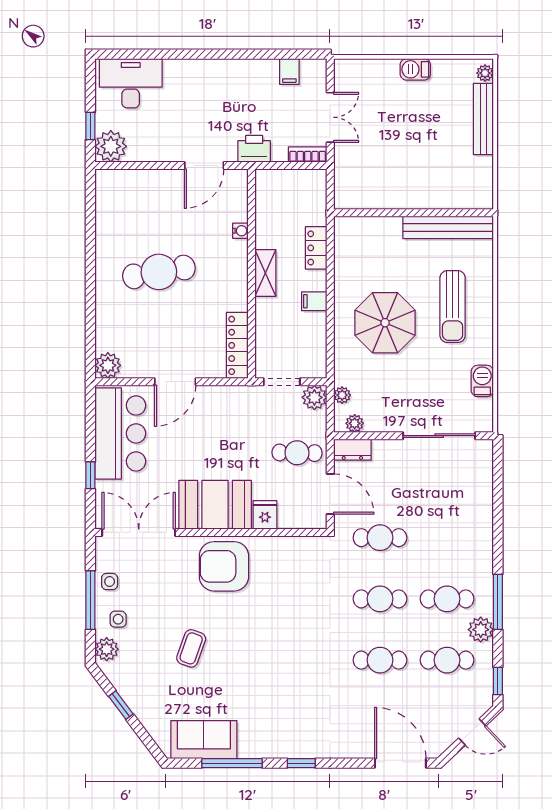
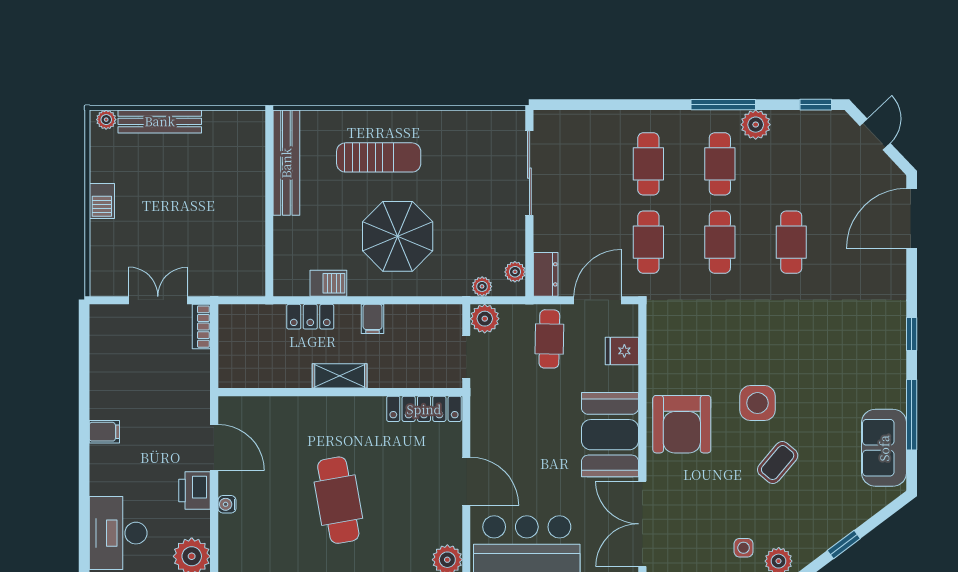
filing cabinet: (289, 72) -> (104, 432), moved
printer: (254, 149) -> (195, 491), moved
water cooler: (240, 231) -> (227, 504), moved, turned -90
barbecue: (482, 381) -> (328, 283), moved, turned 180
fridge: (265, 515) -> (622, 351), moved
side table: (110, 582) -> (758, 403), moved, width x1.87, depth x1.87
coffee table: (191, 648) -> (778, 463), turned -70
cafe table: (447, 660) -> (648, 164), moved

